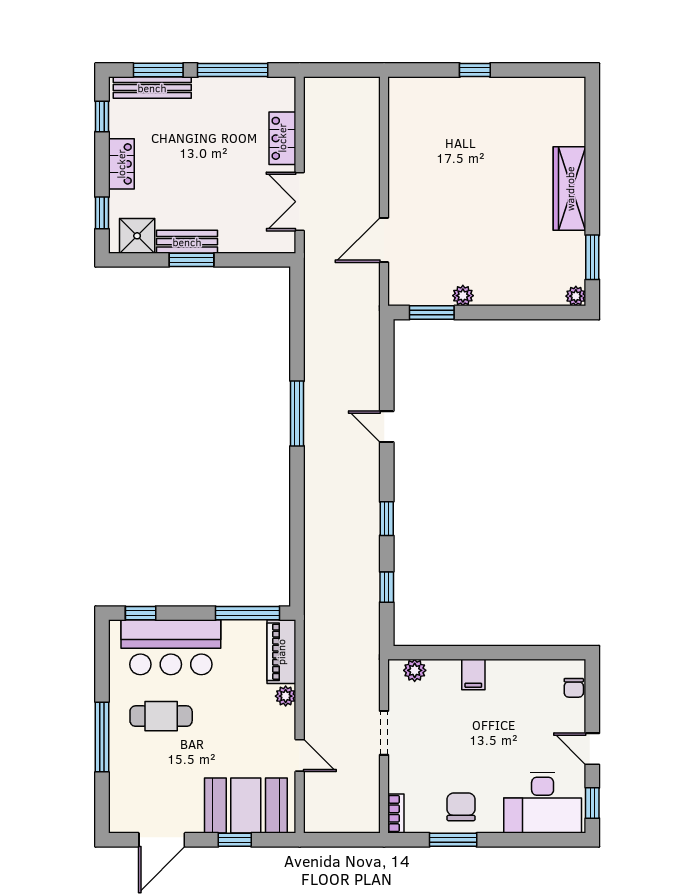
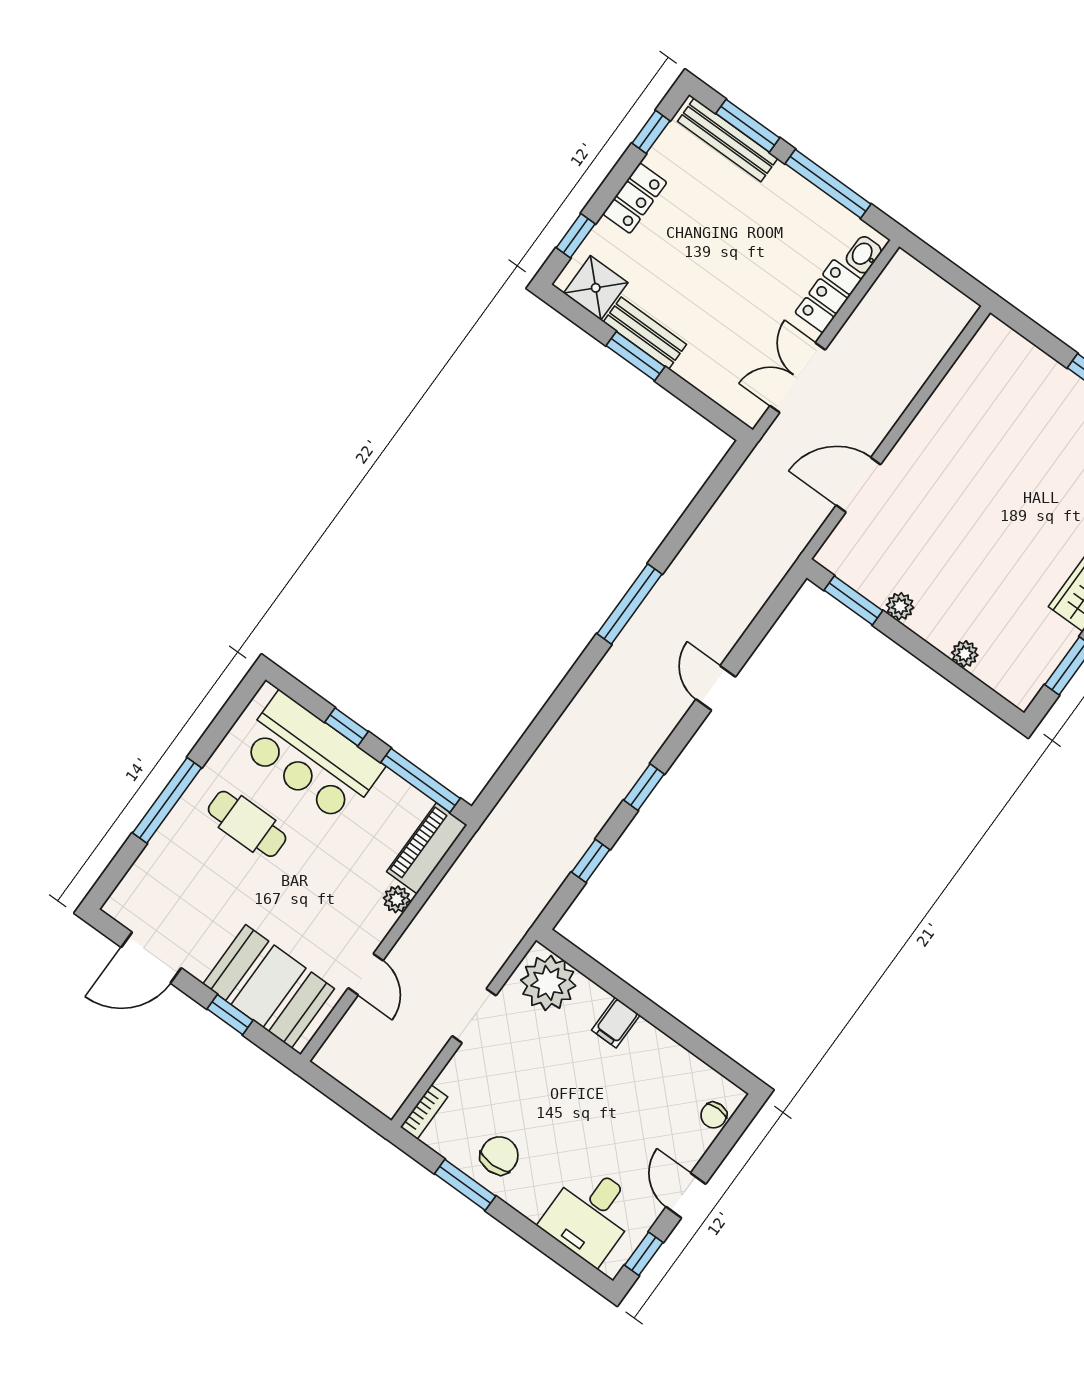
washbasin: (286, 98) -> (864, 255), added
plant: (576, 296) -> (965, 654), moved
window: (141, 613) -> (346, 727), moved
plant: (415, 670) -> (548, 983), width x1.87, depth x1.87
desk: (543, 803) -> (590, 1215), width x0.73

